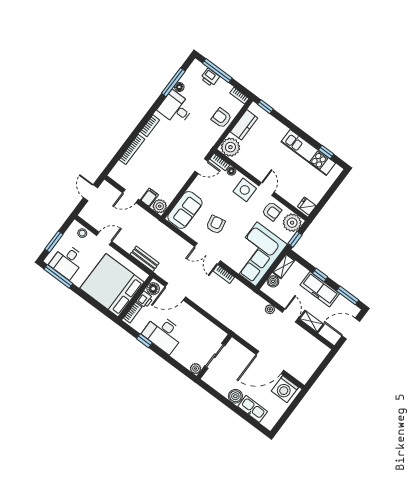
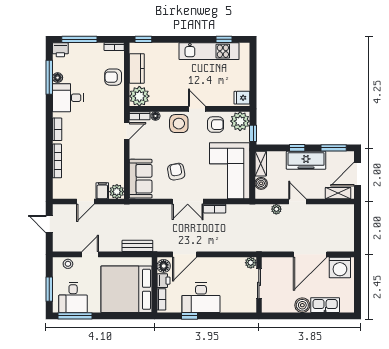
printer: (210, 77) -> (60, 50), moved
shelving: (311, 322) -> (338, 193), moved
plant: (196, 369) -> (251, 263), moved

